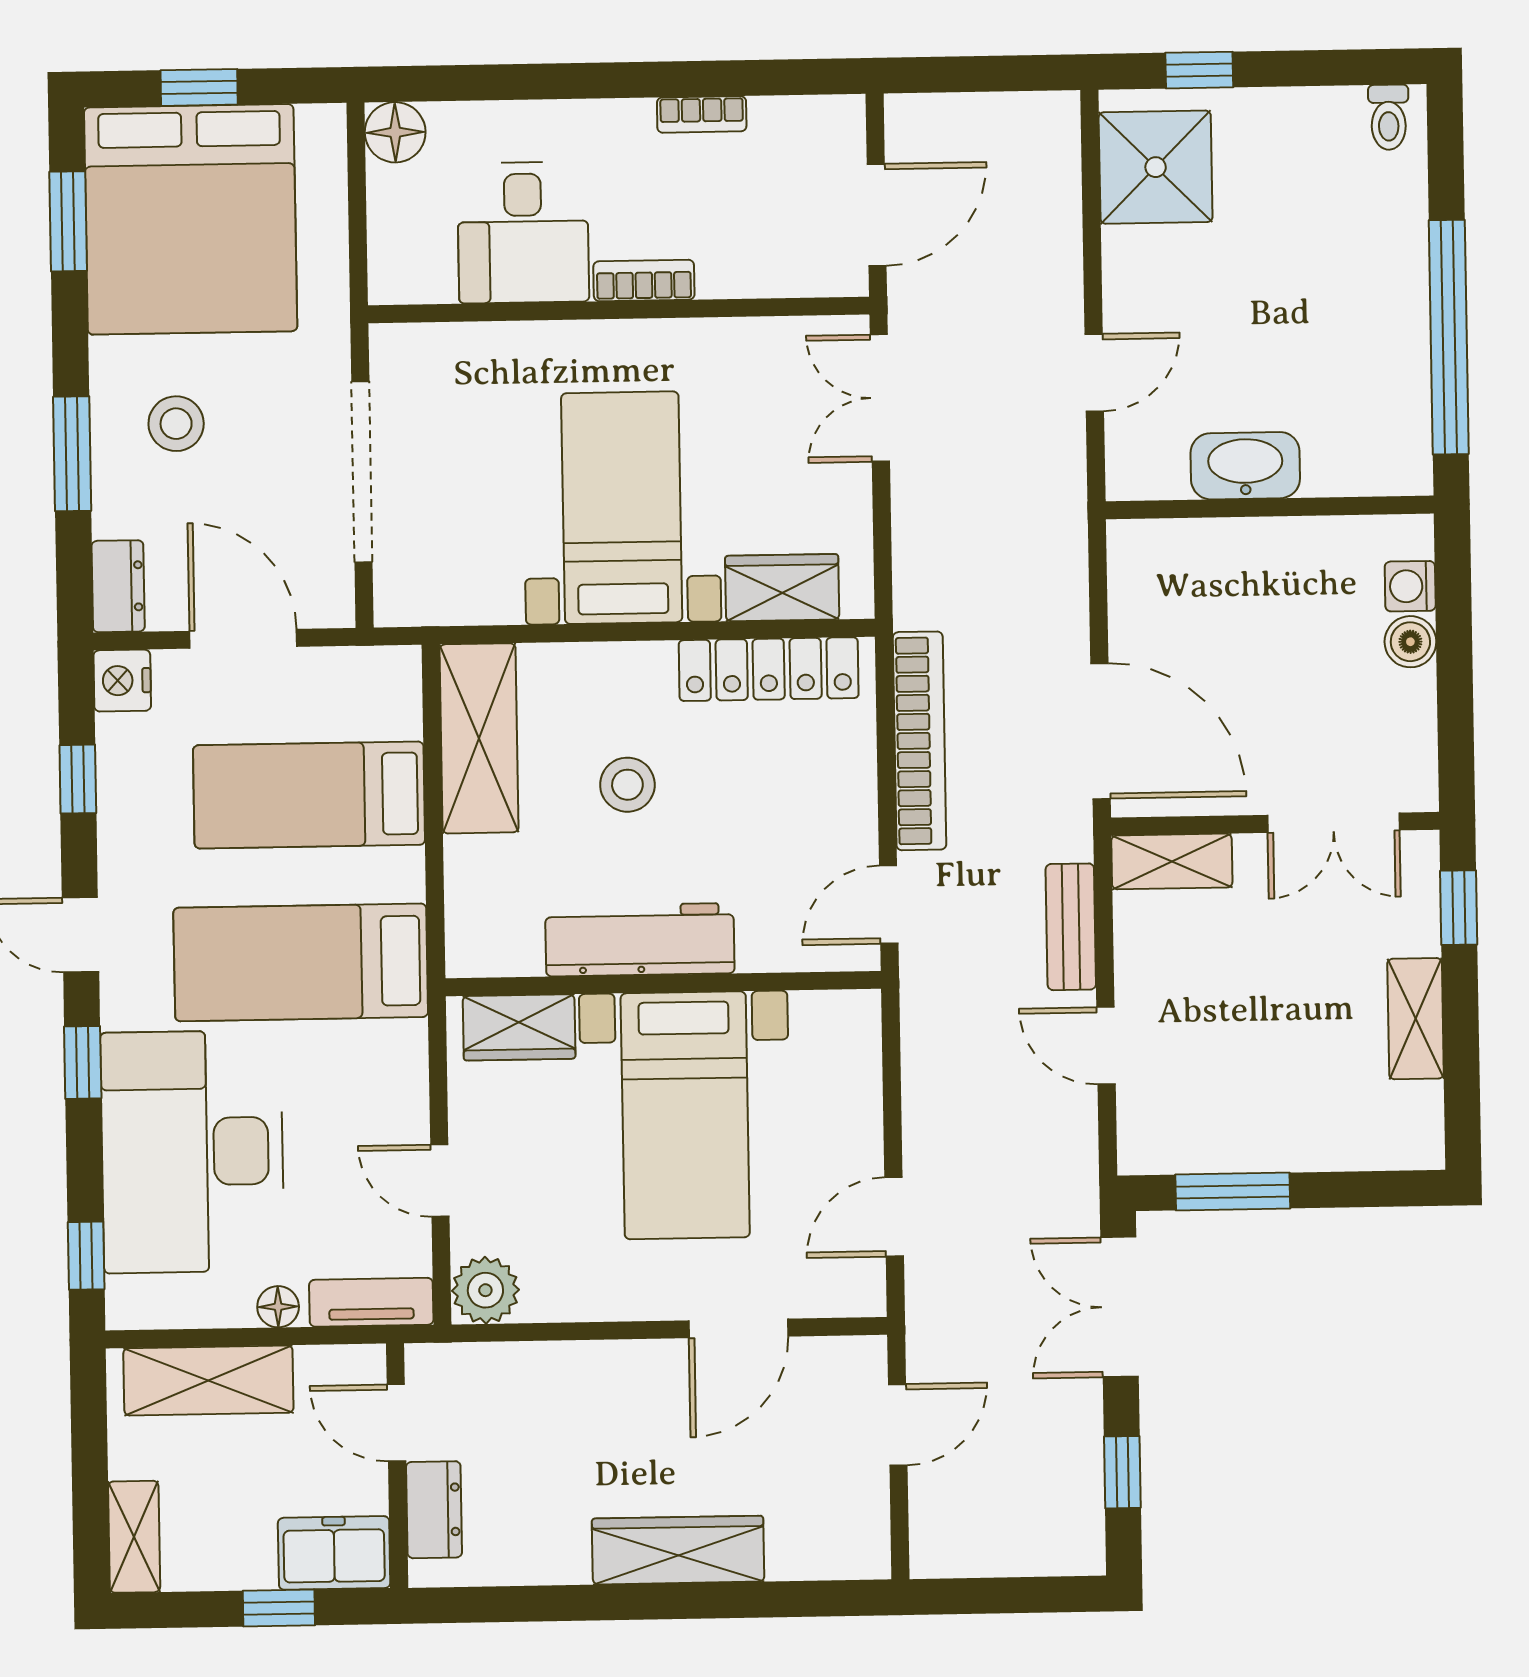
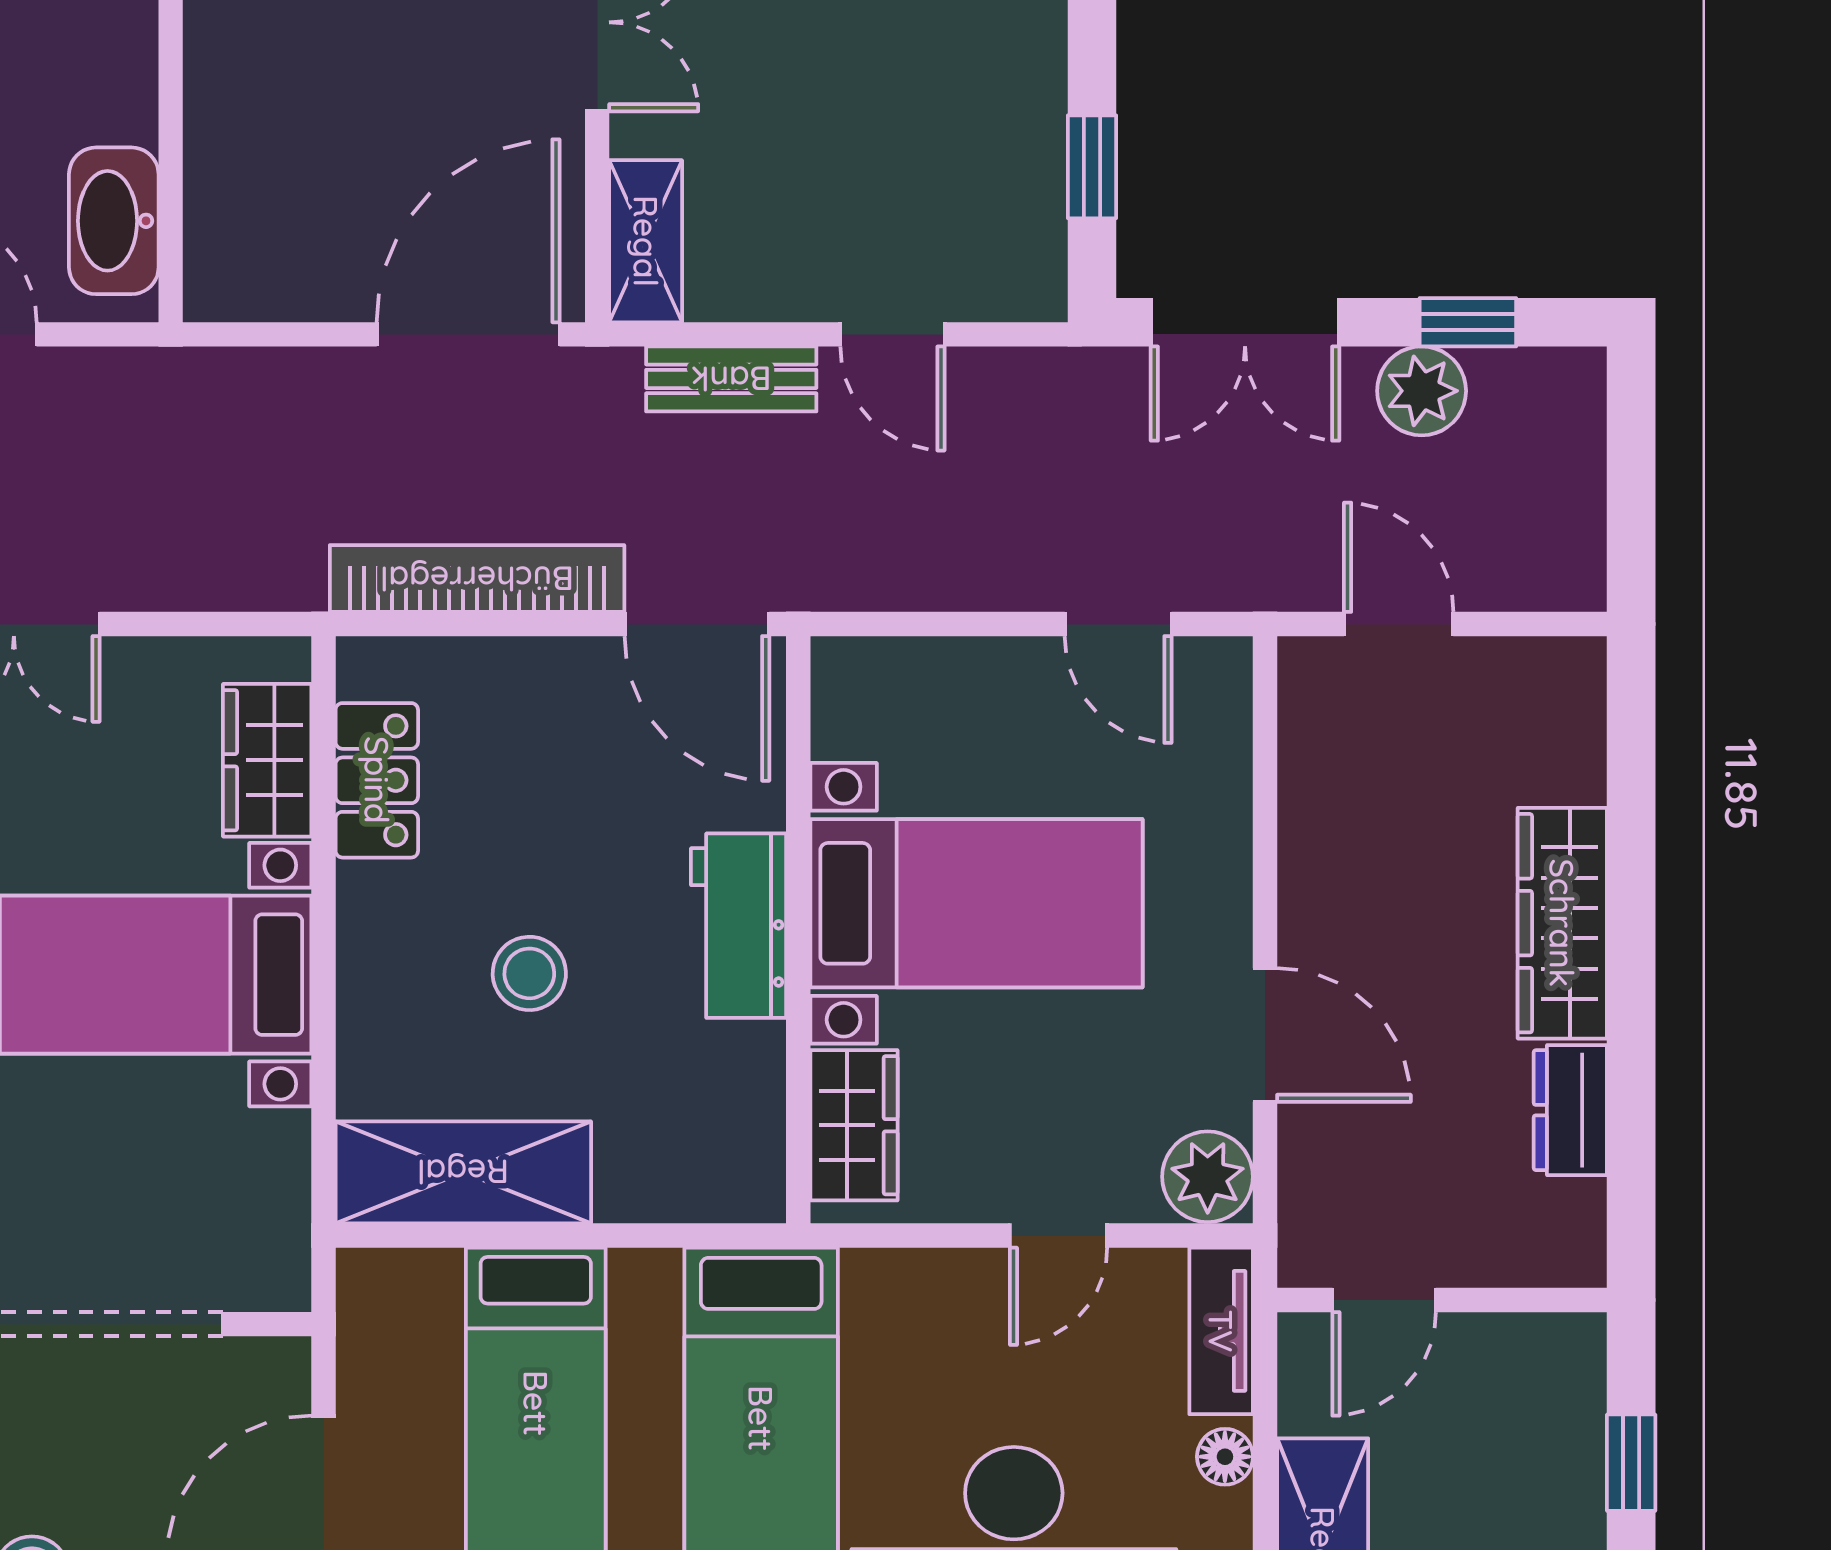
washbasin: (1245, 466) -> (114, 221), moved
locker: (769, 669) -> (377, 780), width x0.66
door: (889, 904) -> (697, 624), width x1.38
workbench: (640, 940) -> (739, 926), width x0.73
door: (1106, 1046) -> (892, 334), hinge flipped
window: (1233, 1191) -> (1092, 167), width x0.67
door: (738, 1328) -> (1265, 1035), moved
plant: (1071, 1439) -> (1422, 391), added
dresser: (434, 1510) -> (1570, 1110), moved, turned -90
freezer: (334, 1553) -> (1558, 1387), removed

